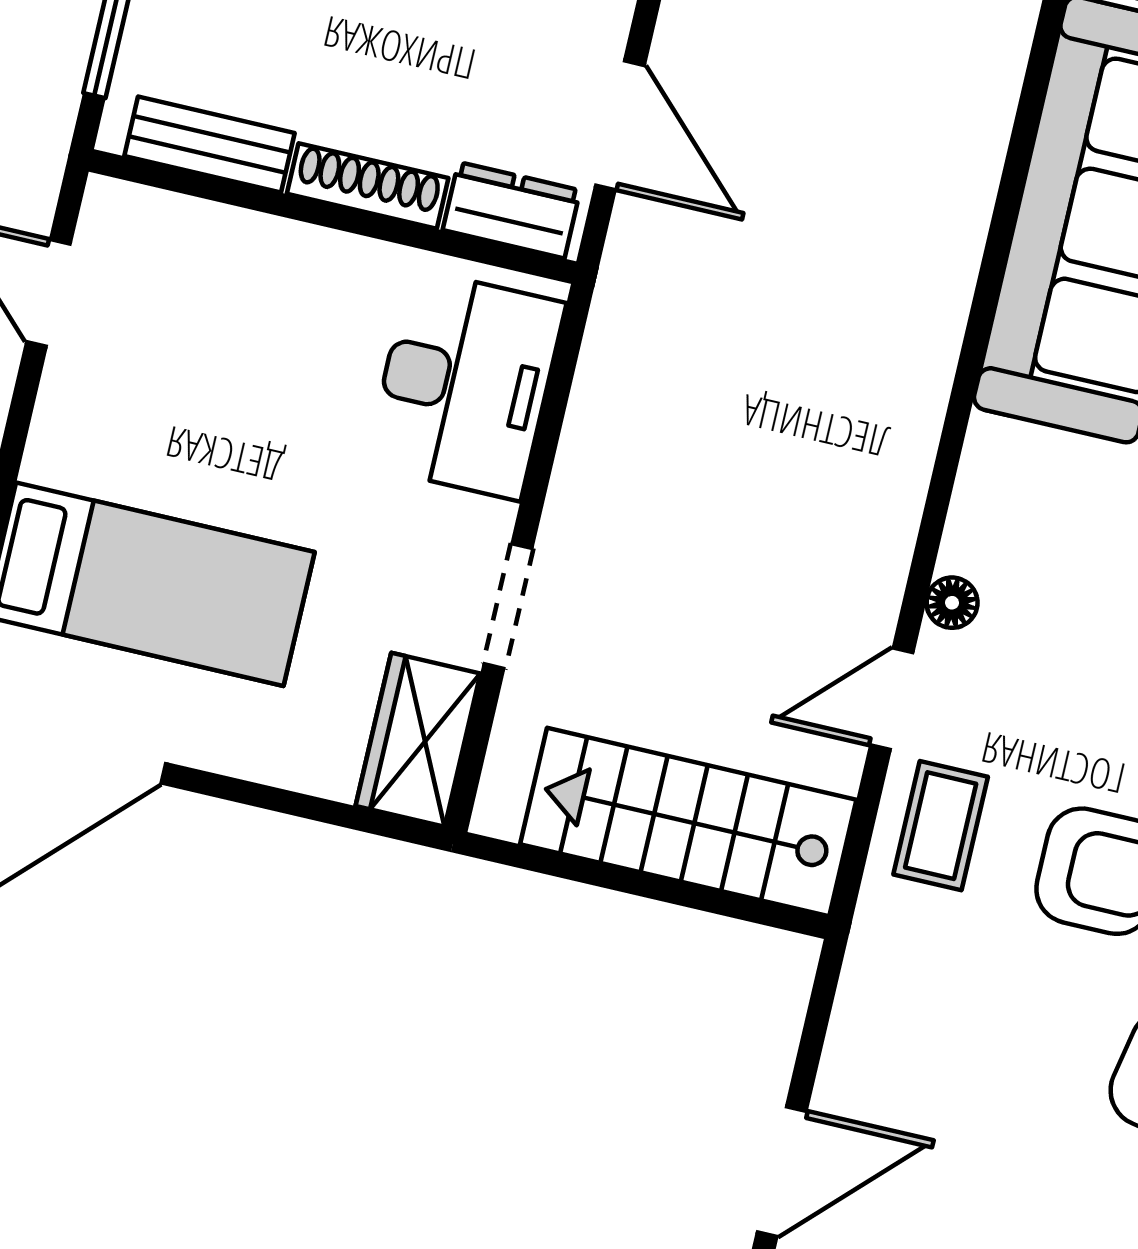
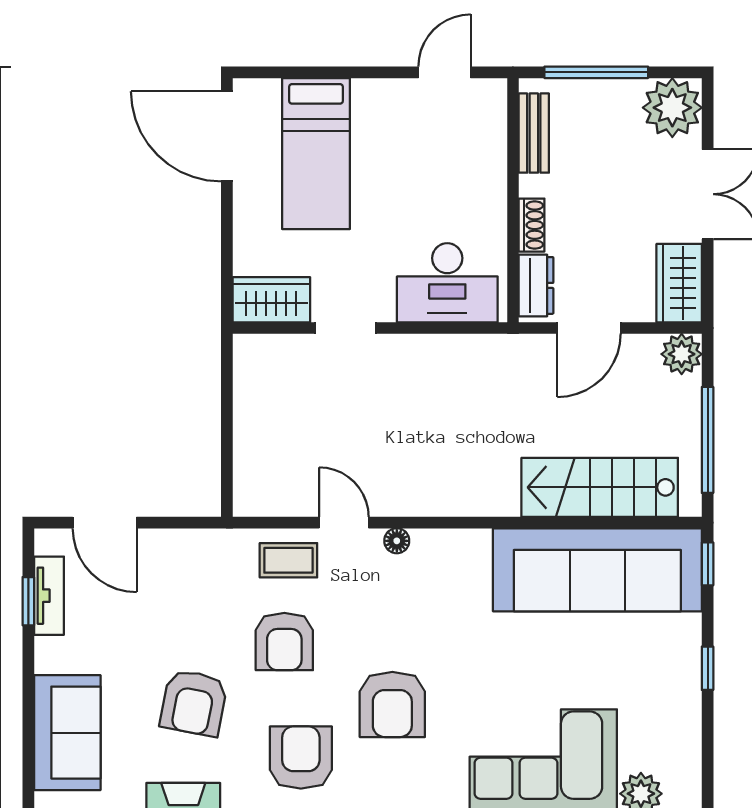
shoe rack: (368, 186) -> (532, 225), width x0.70
stairs: (688, 822) -> (600, 487), moved, turned -90

